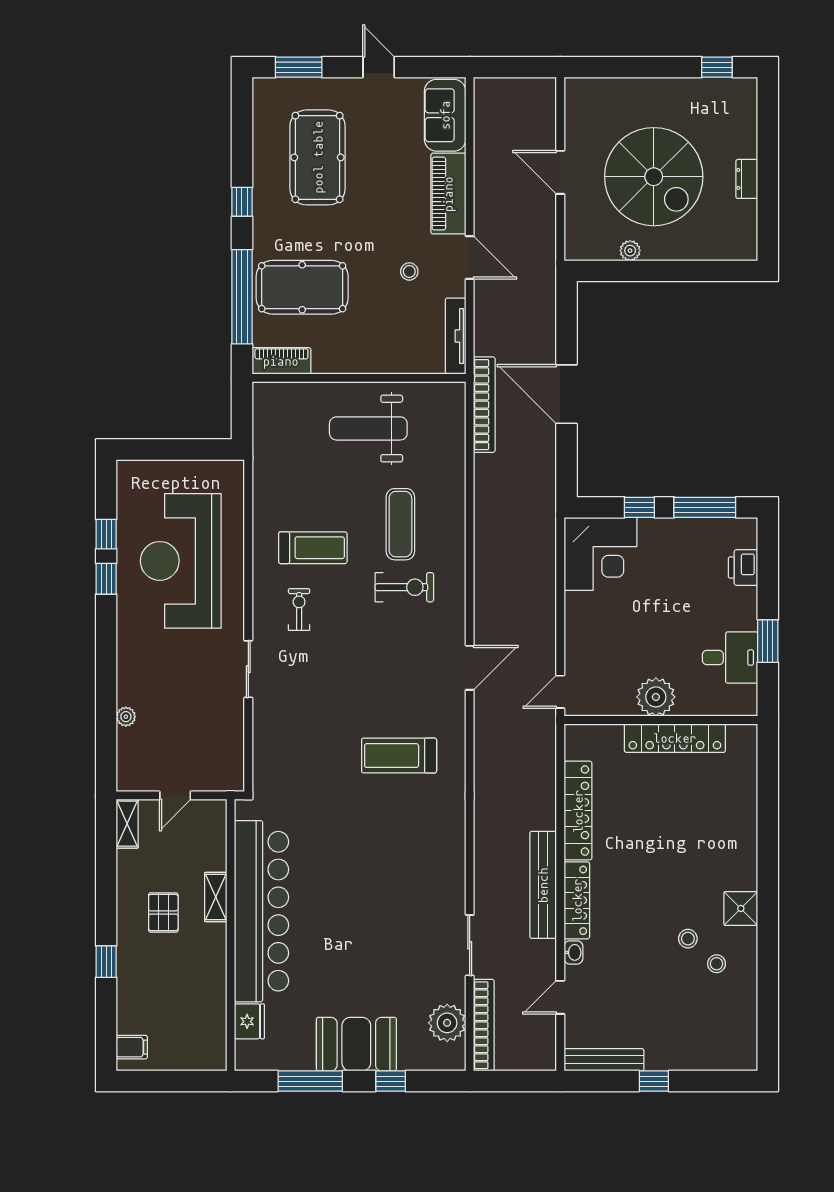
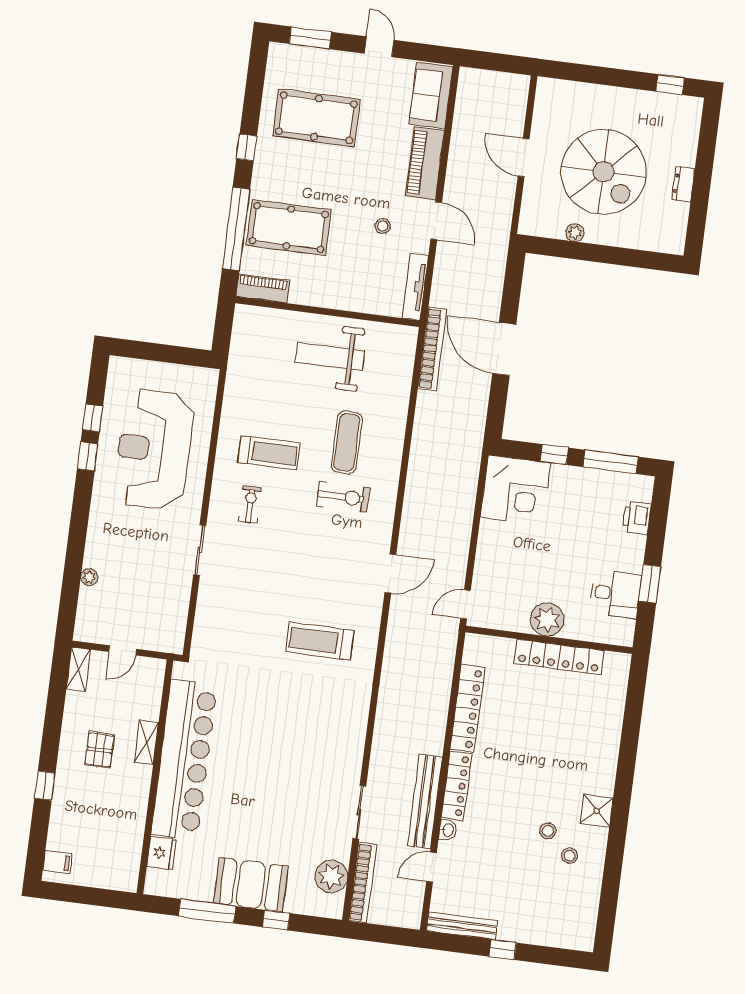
pool table: (318, 157) -> (316, 118), turned 90
bench: (543, 885) -> (425, 801), moved

